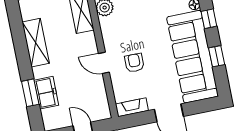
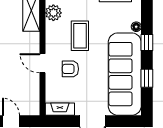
coffee table: (137, 26) -> (80, 36), added
armchair: (134, 63) -> (70, 69), turned -90

